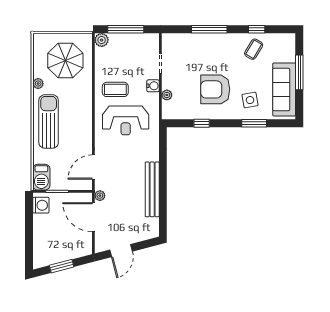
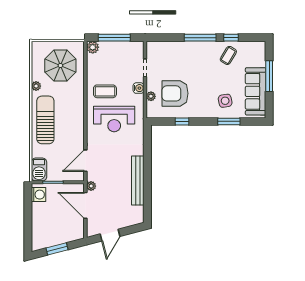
window: (209, 29) -> (200, 38), moved
armchair: (215, 89) -> (175, 93), moved

